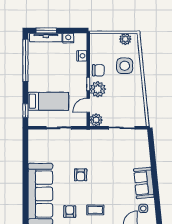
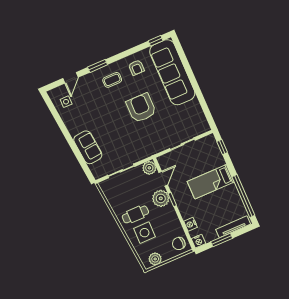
window: (46, 30) -> (222, 240), moved
nightstand: (68, 38) -> (198, 241), moved
chair: (98, 70) -> (179, 244), moved
cafe table: (126, 85) -> (135, 214), added
bed: (48, 101) -> (211, 182), moved
armchair: (81, 175) -> (141, 108), width x1.88, depth x1.88
sofa: (144, 183) -> (88, 147), moved

